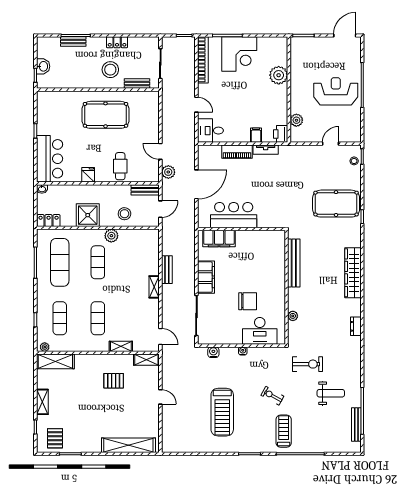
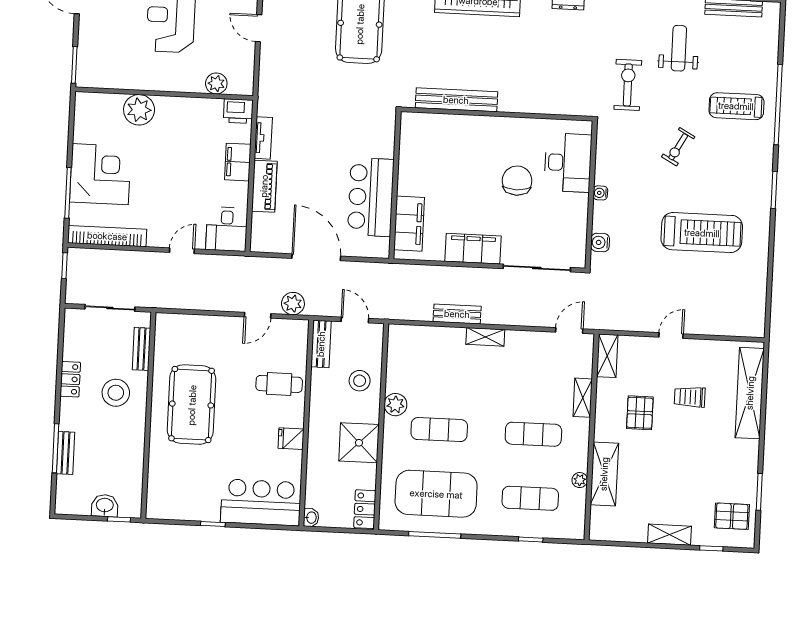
filing cabinet: (256, 135) -> (238, 162), width x2.00
exercise mat: (60, 262) -> (436, 494), width x1.47
plant: (293, 316) -> (545, 106), removed
plant: (45, 347) -> (580, 480), moved
shelving: (55, 361) -> (604, 474), moved
trolley: (124, 410) -> (690, 397), added
treadmill: (284, 431) -> (736, 106), moved

